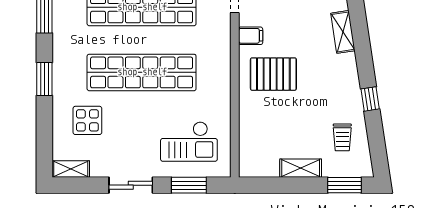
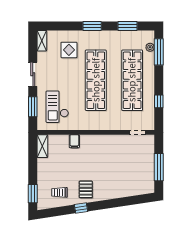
shelving: (343, 32) -> (118, 193), removed
filing cabinet: (251, 36) -> (74, 141), moved
pallet: (273, 74) -> (86, 189), moved, width x0.67, depth x0.71
shelving: (301, 168) -> (42, 146), moved

